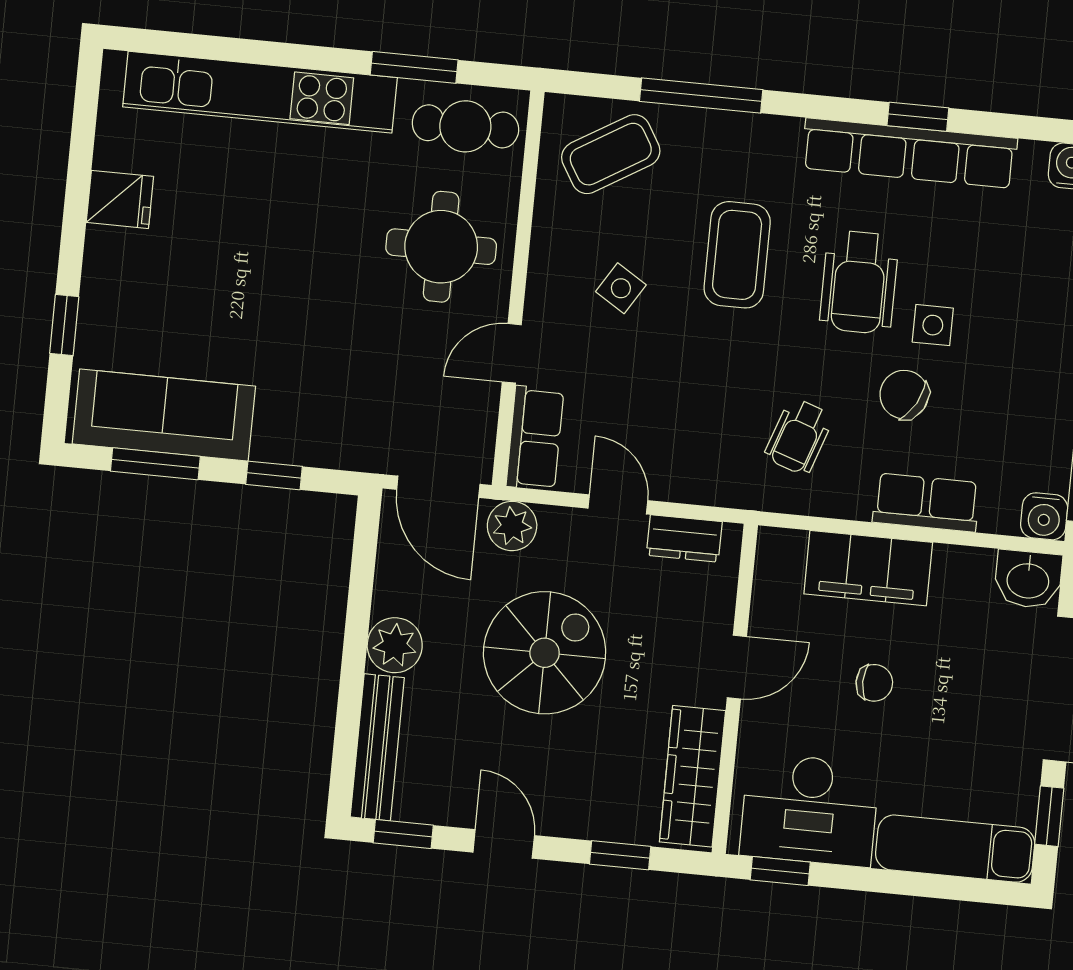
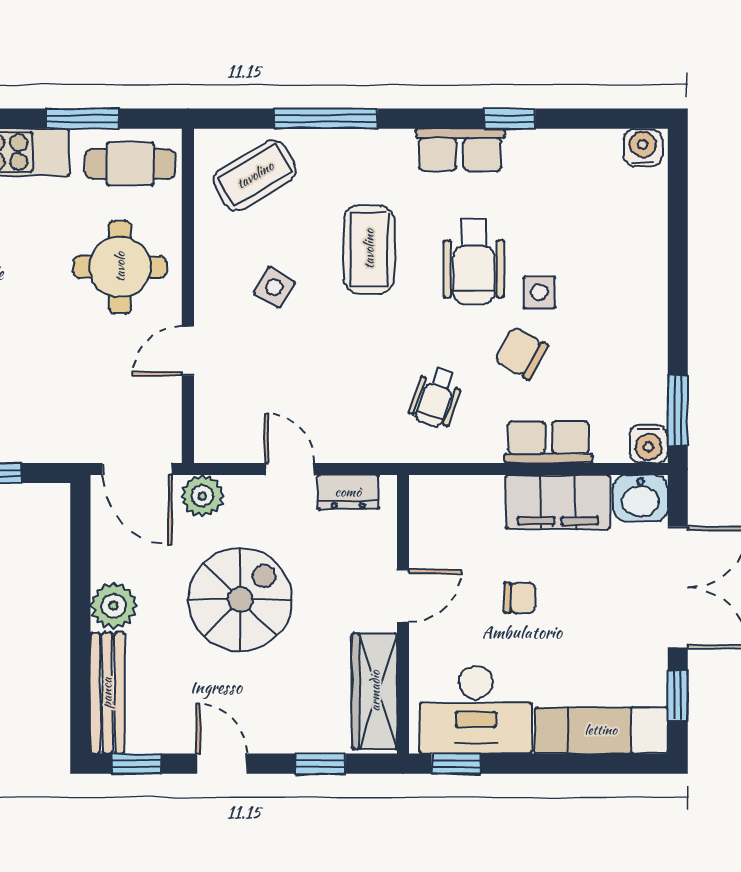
row of seats: (909, 153) -> (460, 150), width x0.50
row of seats: (535, 438) -> (214, 420), removed
filing cabinet: (868, 568) -> (558, 502), moved

